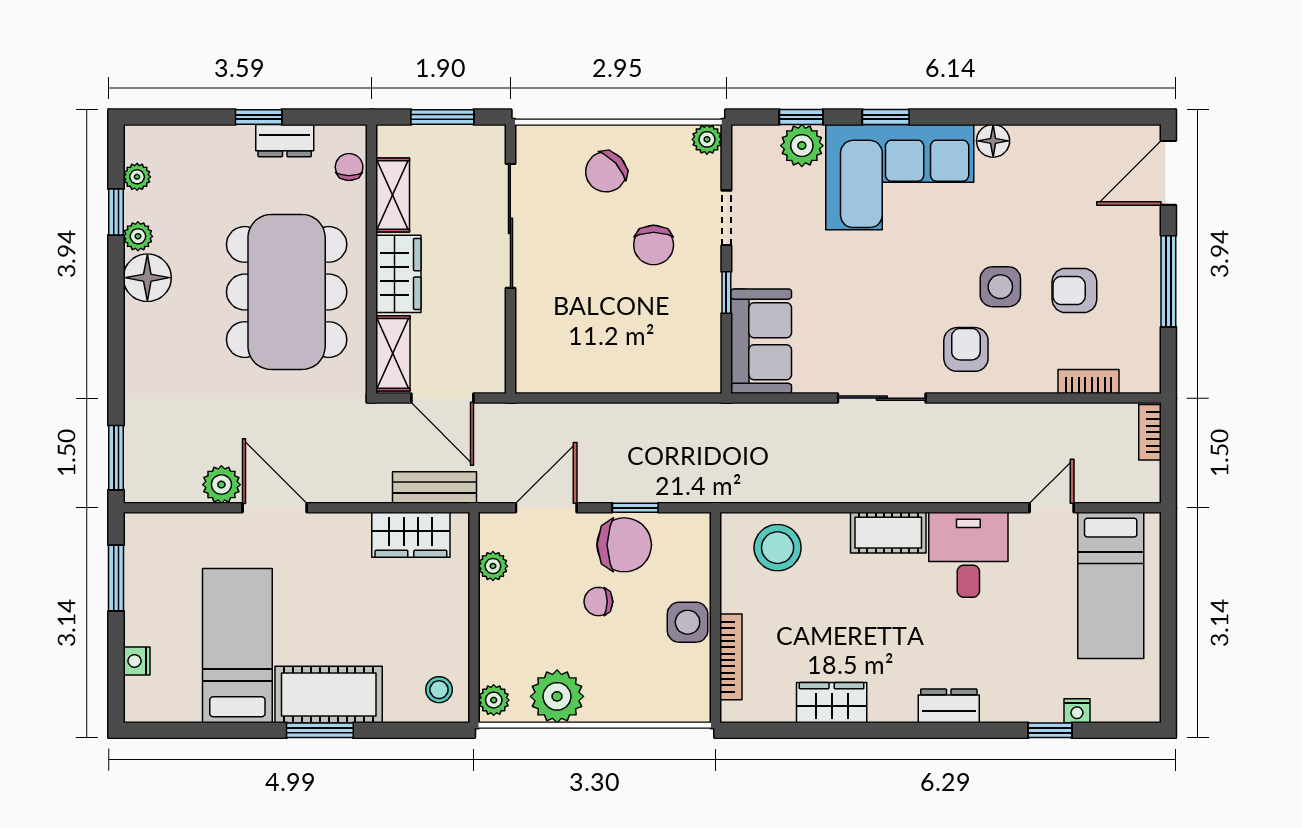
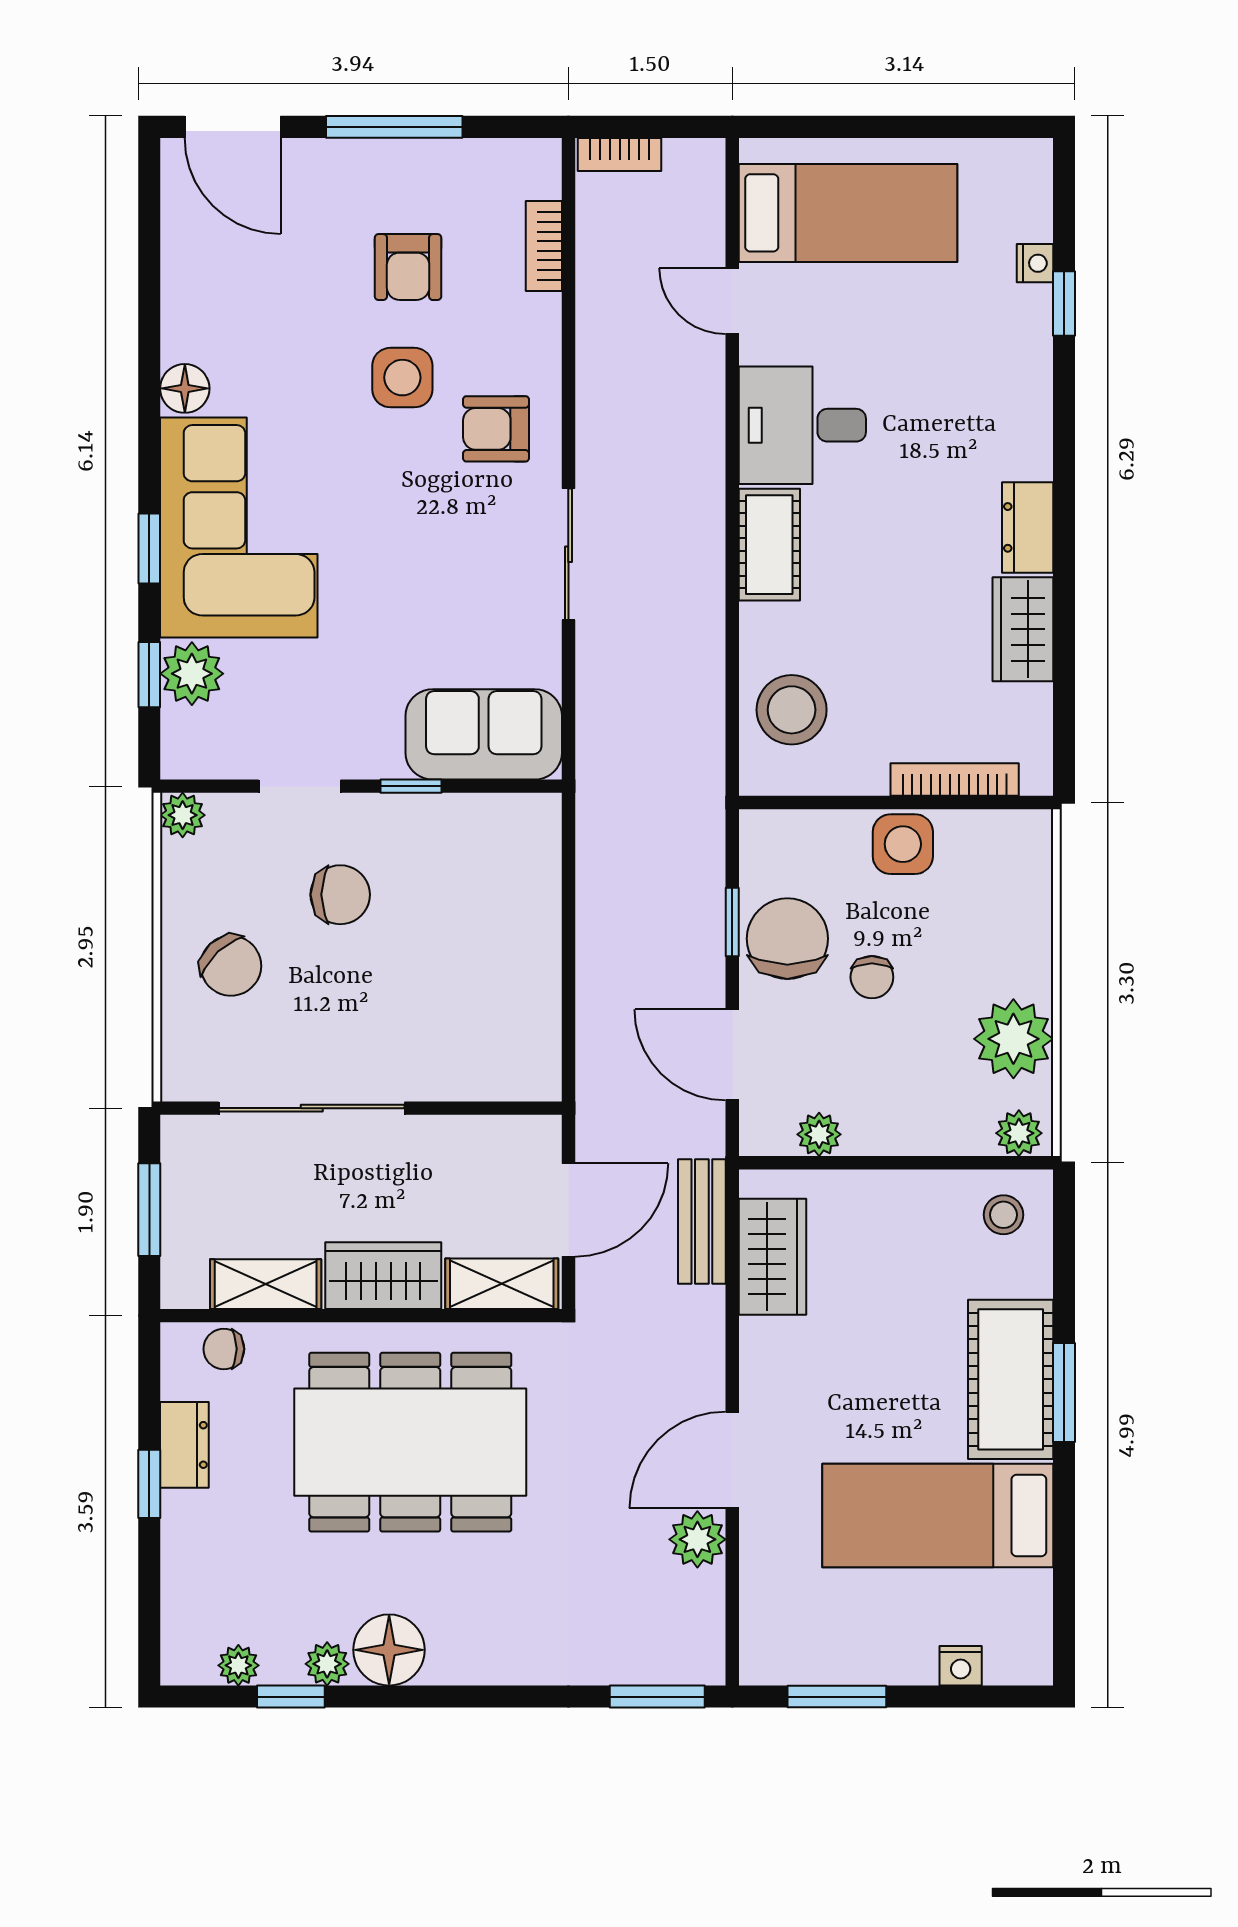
dresser: (949, 706) -> (1028, 527), moved

